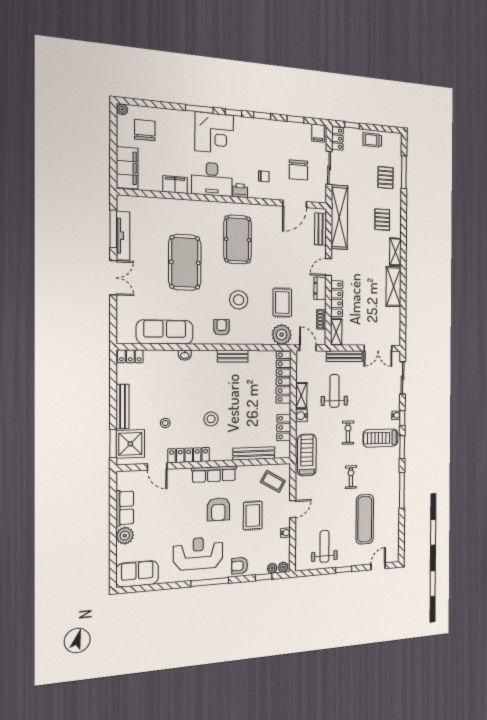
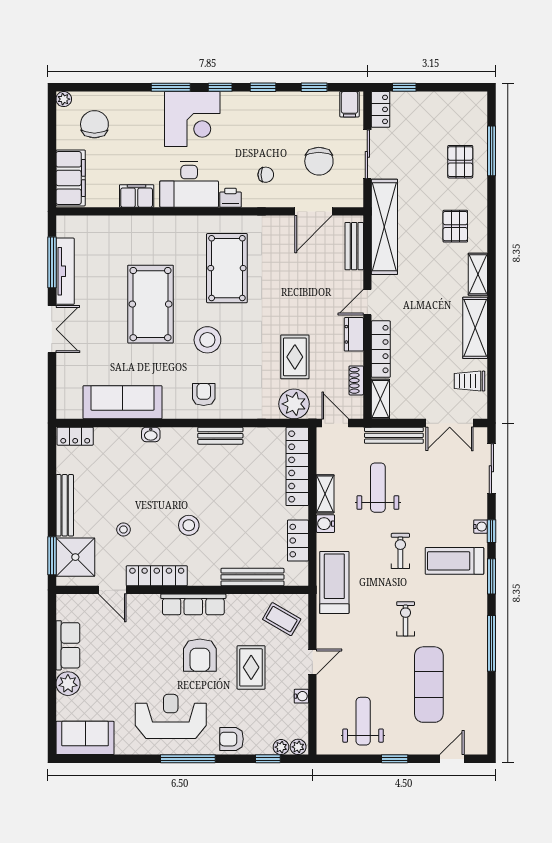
trolley: (372, 140) -> (470, 381), moved
stool: (239, 300) -> (207, 340), moved

